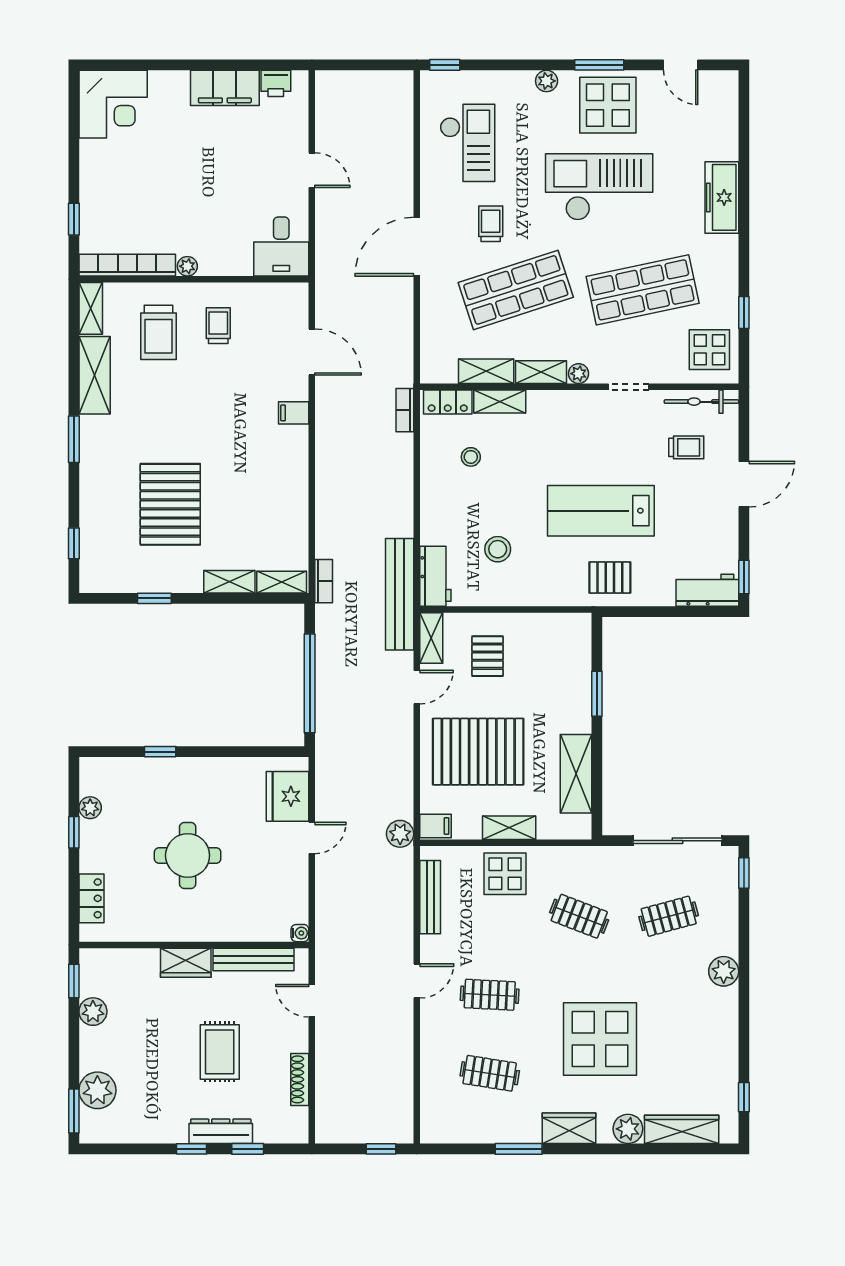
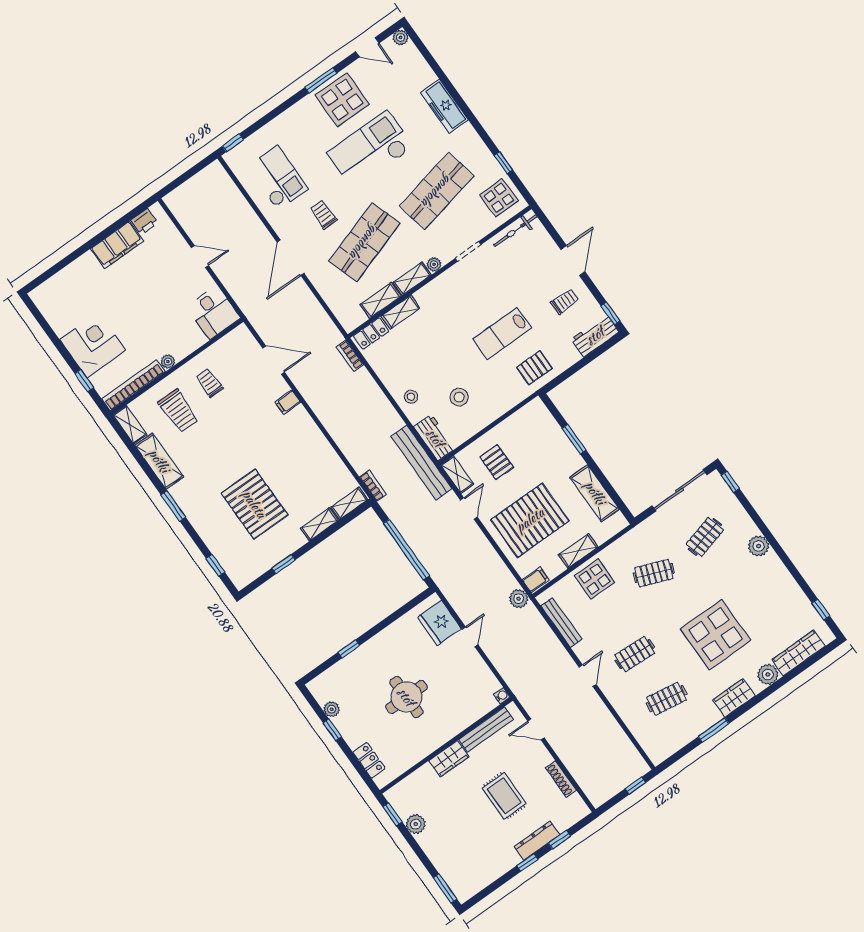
plant: (547, 81) -> (401, 37), moved
corner desk: (113, 104) -> (93, 345), moved, turned -90
trolley: (686, 447) -> (565, 301), moved
stool: (471, 457) -> (411, 397), moved
lab bench: (601, 511) -> (502, 333), width x0.73, depth x0.72
plant: (97, 1090) -> (450, 867), removed

